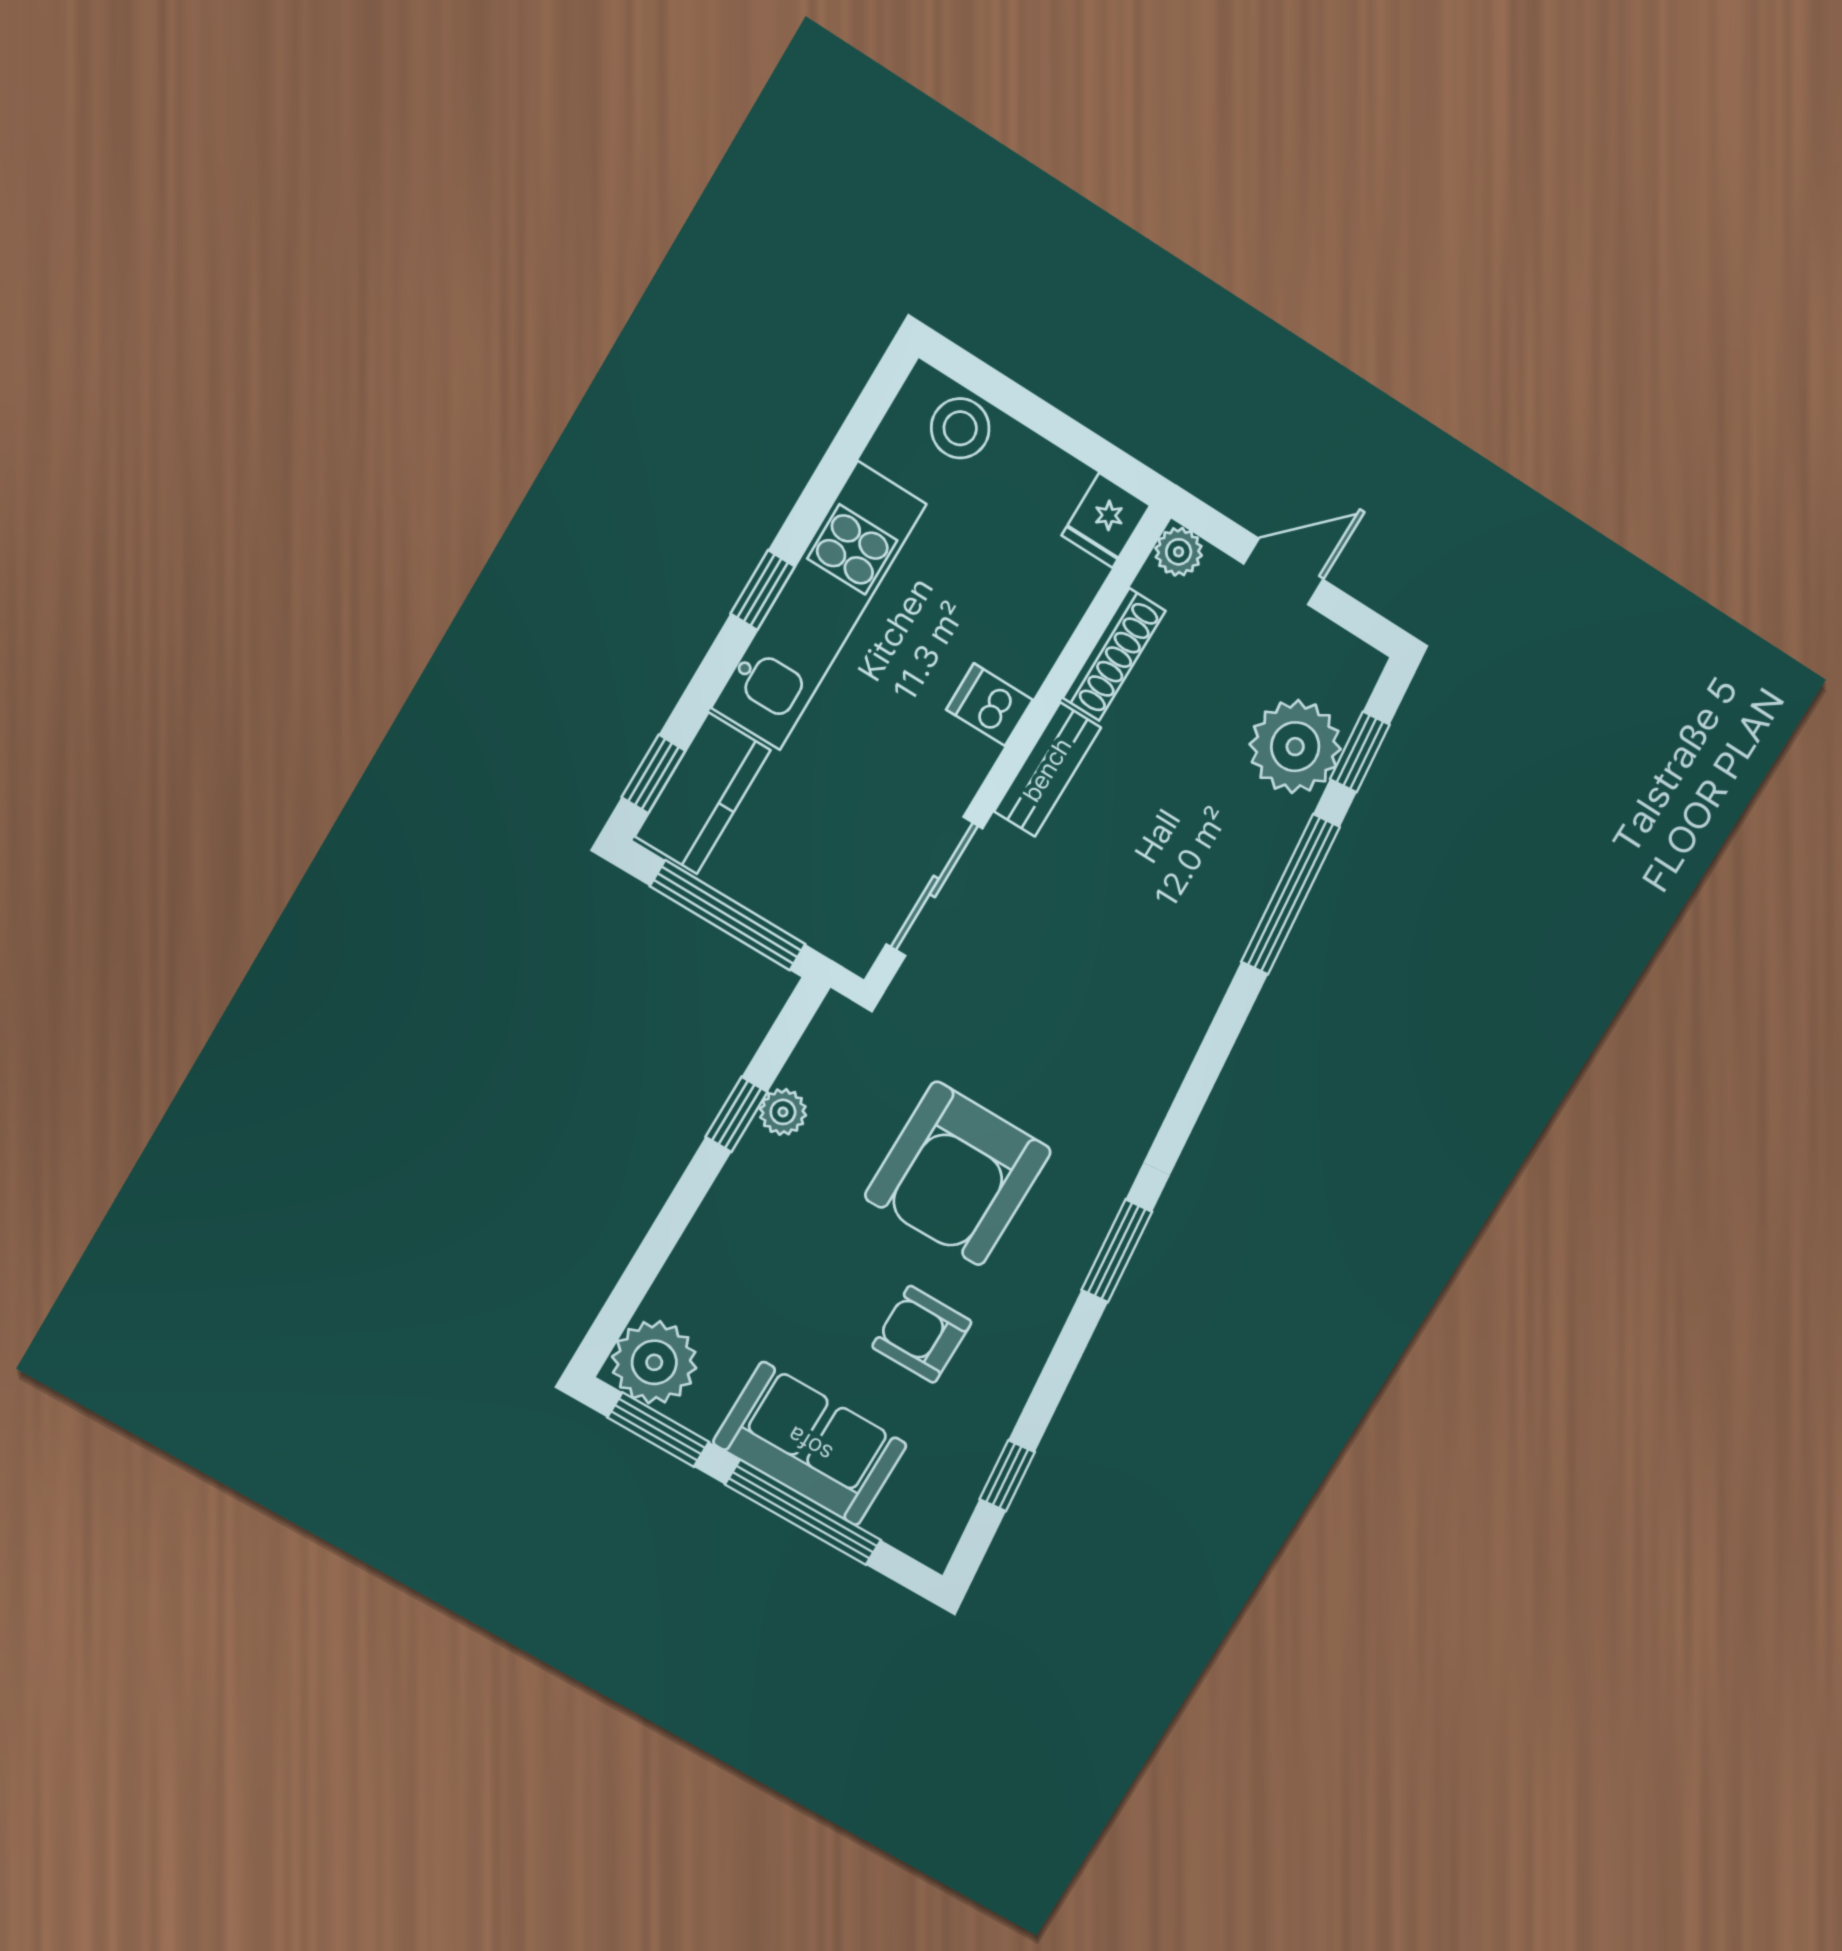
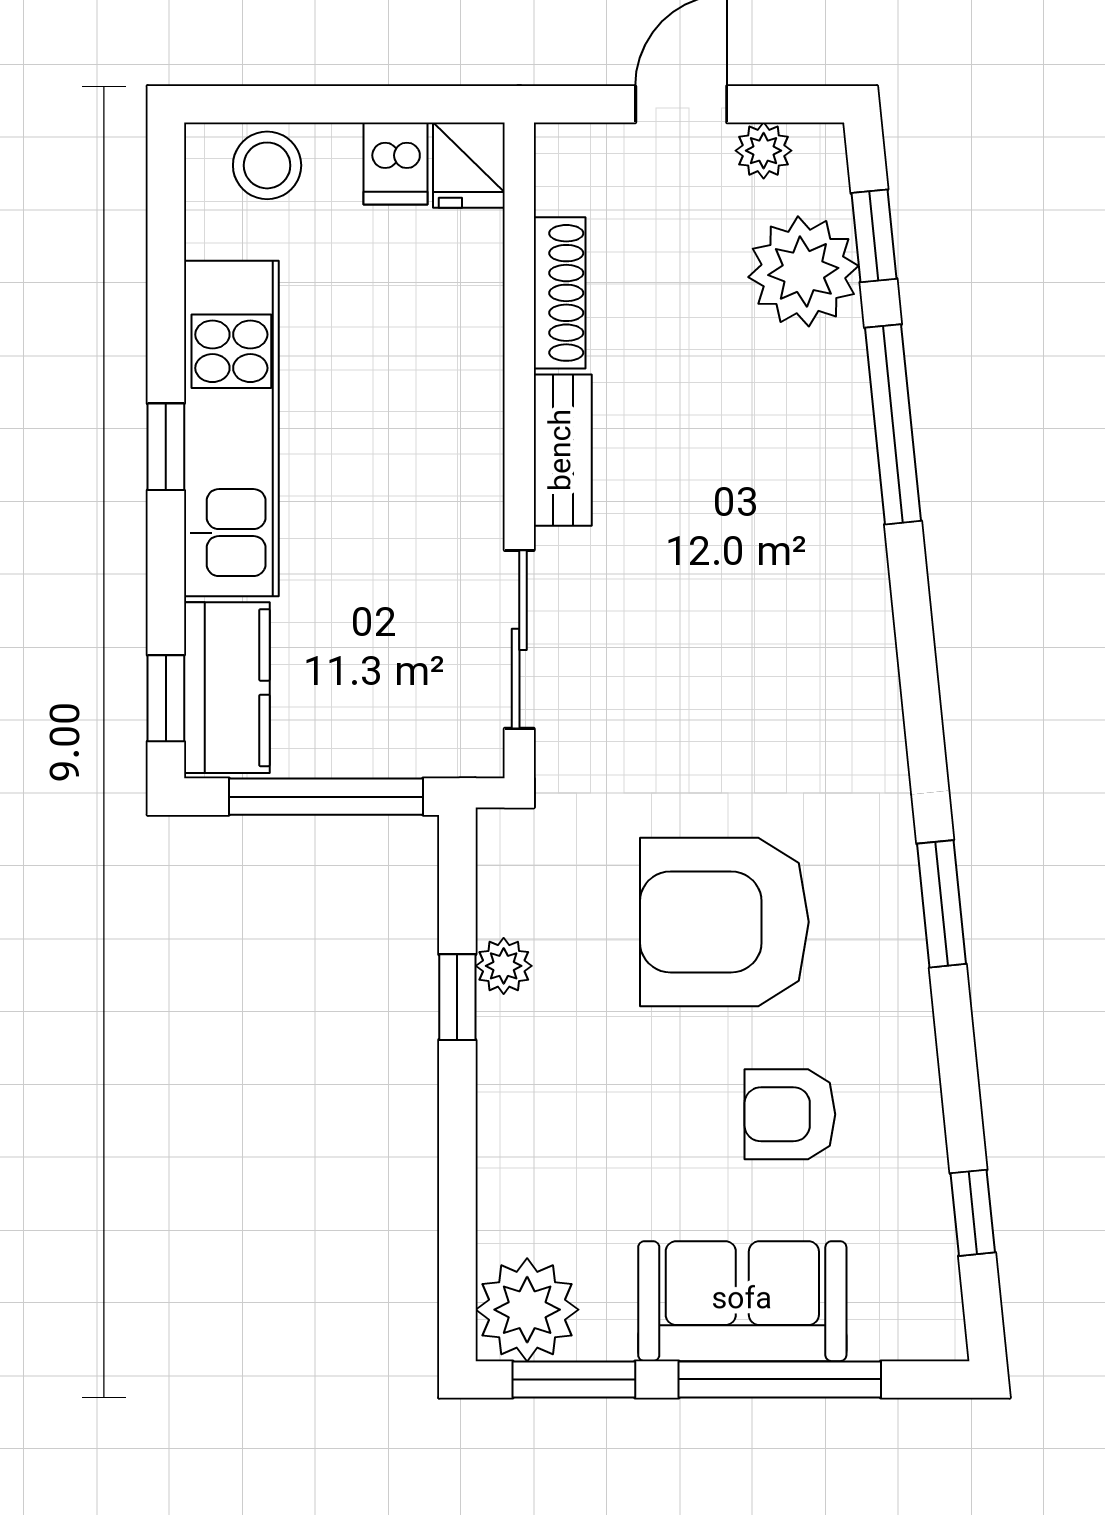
plant: (1179, 552) -> (764, 151), moved
dishwasher: (989, 705) -> (395, 164), moved, turned -90
armchair: (958, 1174) -> (724, 922), turned 90

